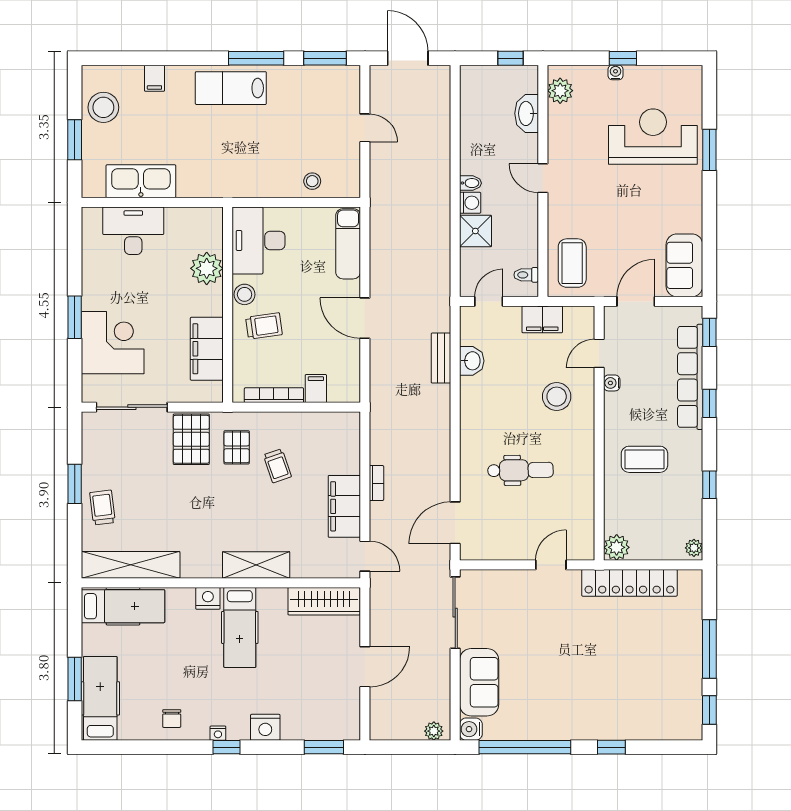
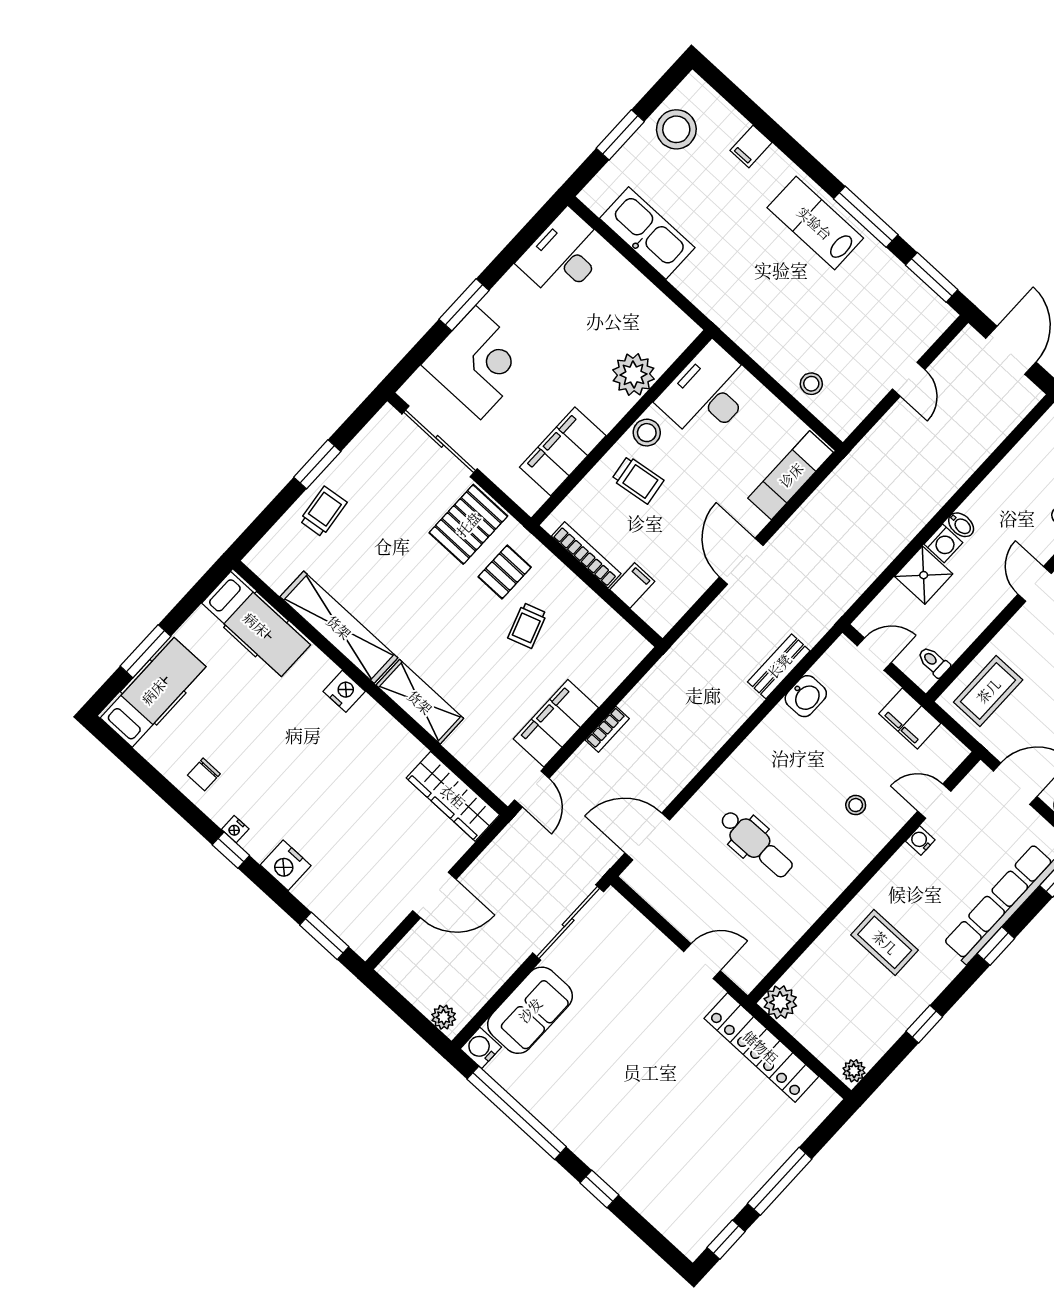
desk: (133, 231) -> (564, 255), moved, turned -90
stool: (557, 397) -> (856, 805), width x0.53, depth x0.53
shelving: (131, 565) -> (339, 627), moved
hospital bed: (240, 627) -> (349, 747), removed

